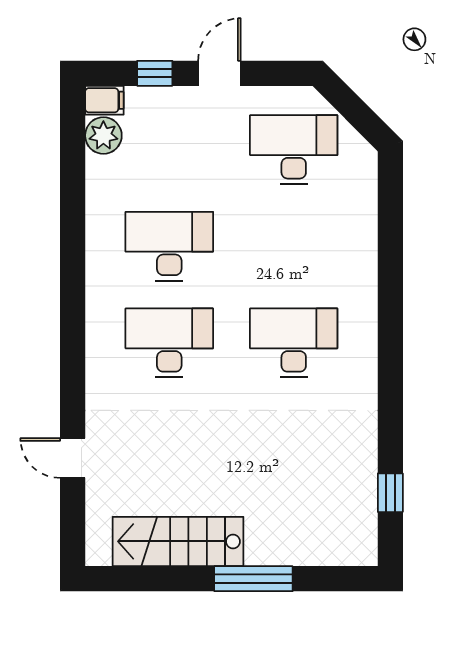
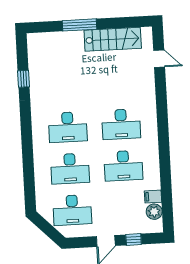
filing cabinet: (104, 100) -> (153, 197), moved
desk: (294, 246) -> (70, 169), added
door: (73, 458) -> (159, 59), moved
window: (390, 493) -> (24, 79), moved

